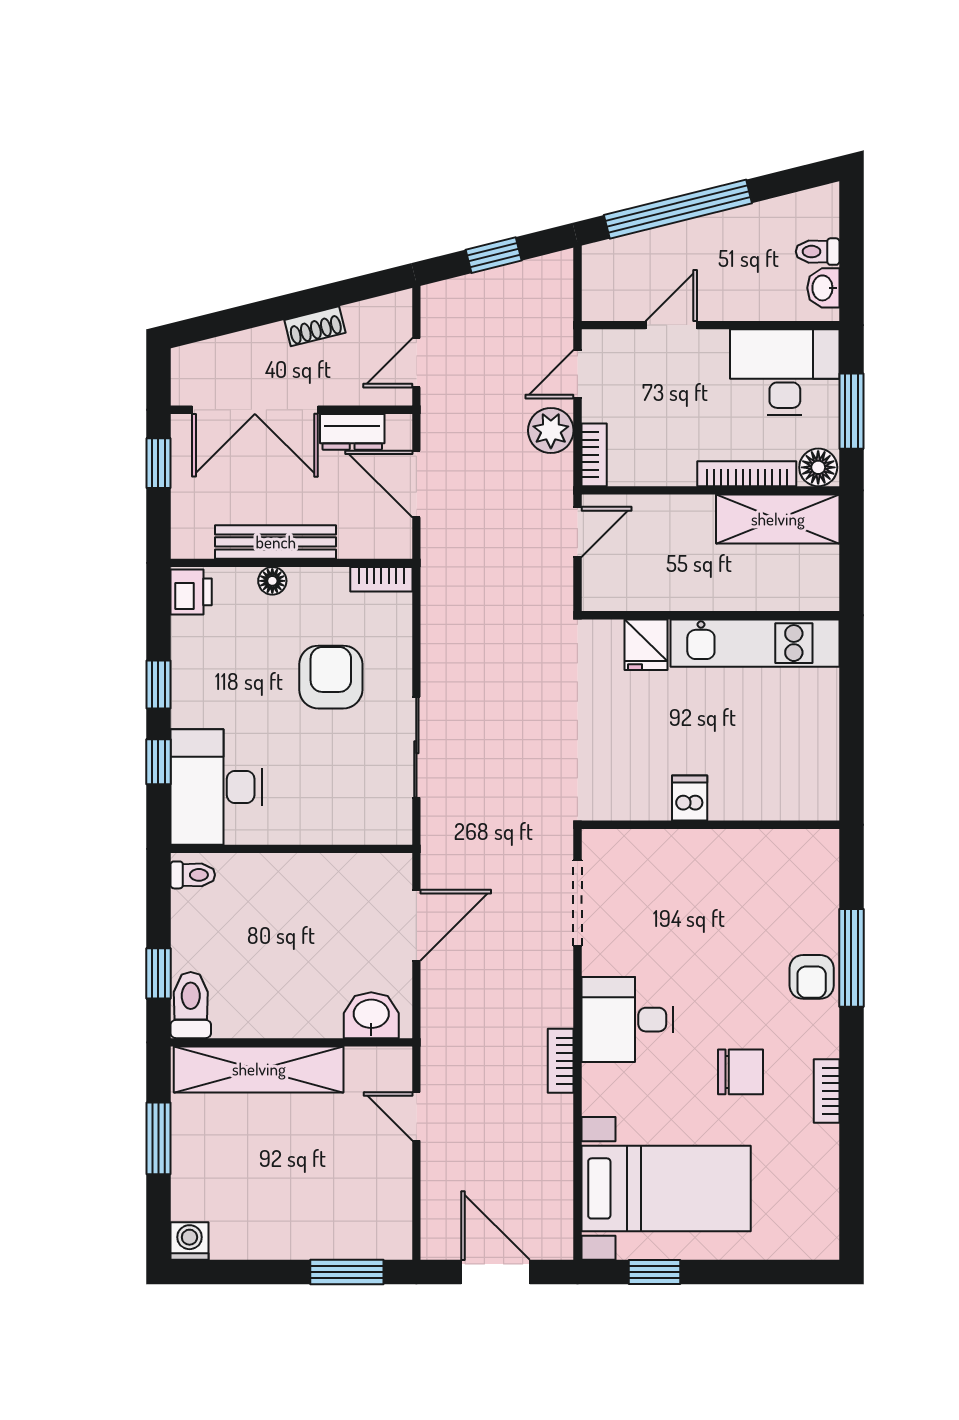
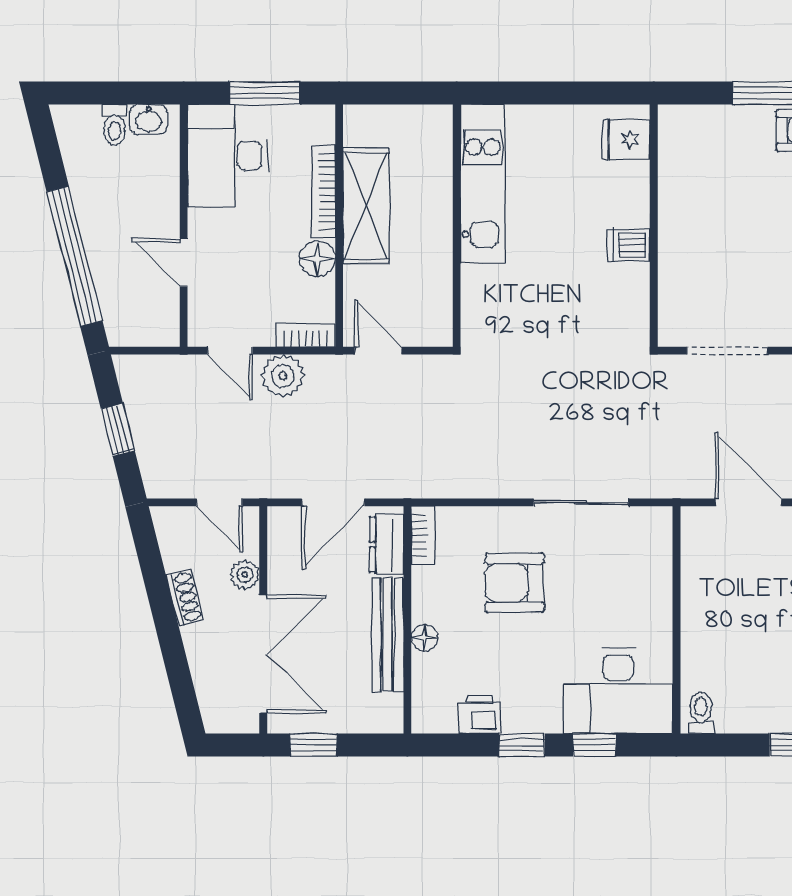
plant: (339, 390) -> (245, 575), added
dresser: (352, 432) -> (387, 545), moved, turned 180
floor lamp: (818, 467) -> (318, 259), moved
shelving: (778, 519) -> (366, 206), moved
printer: (191, 592) -> (480, 714), moved
fridge: (646, 645) -> (626, 139), moved, turned 180

